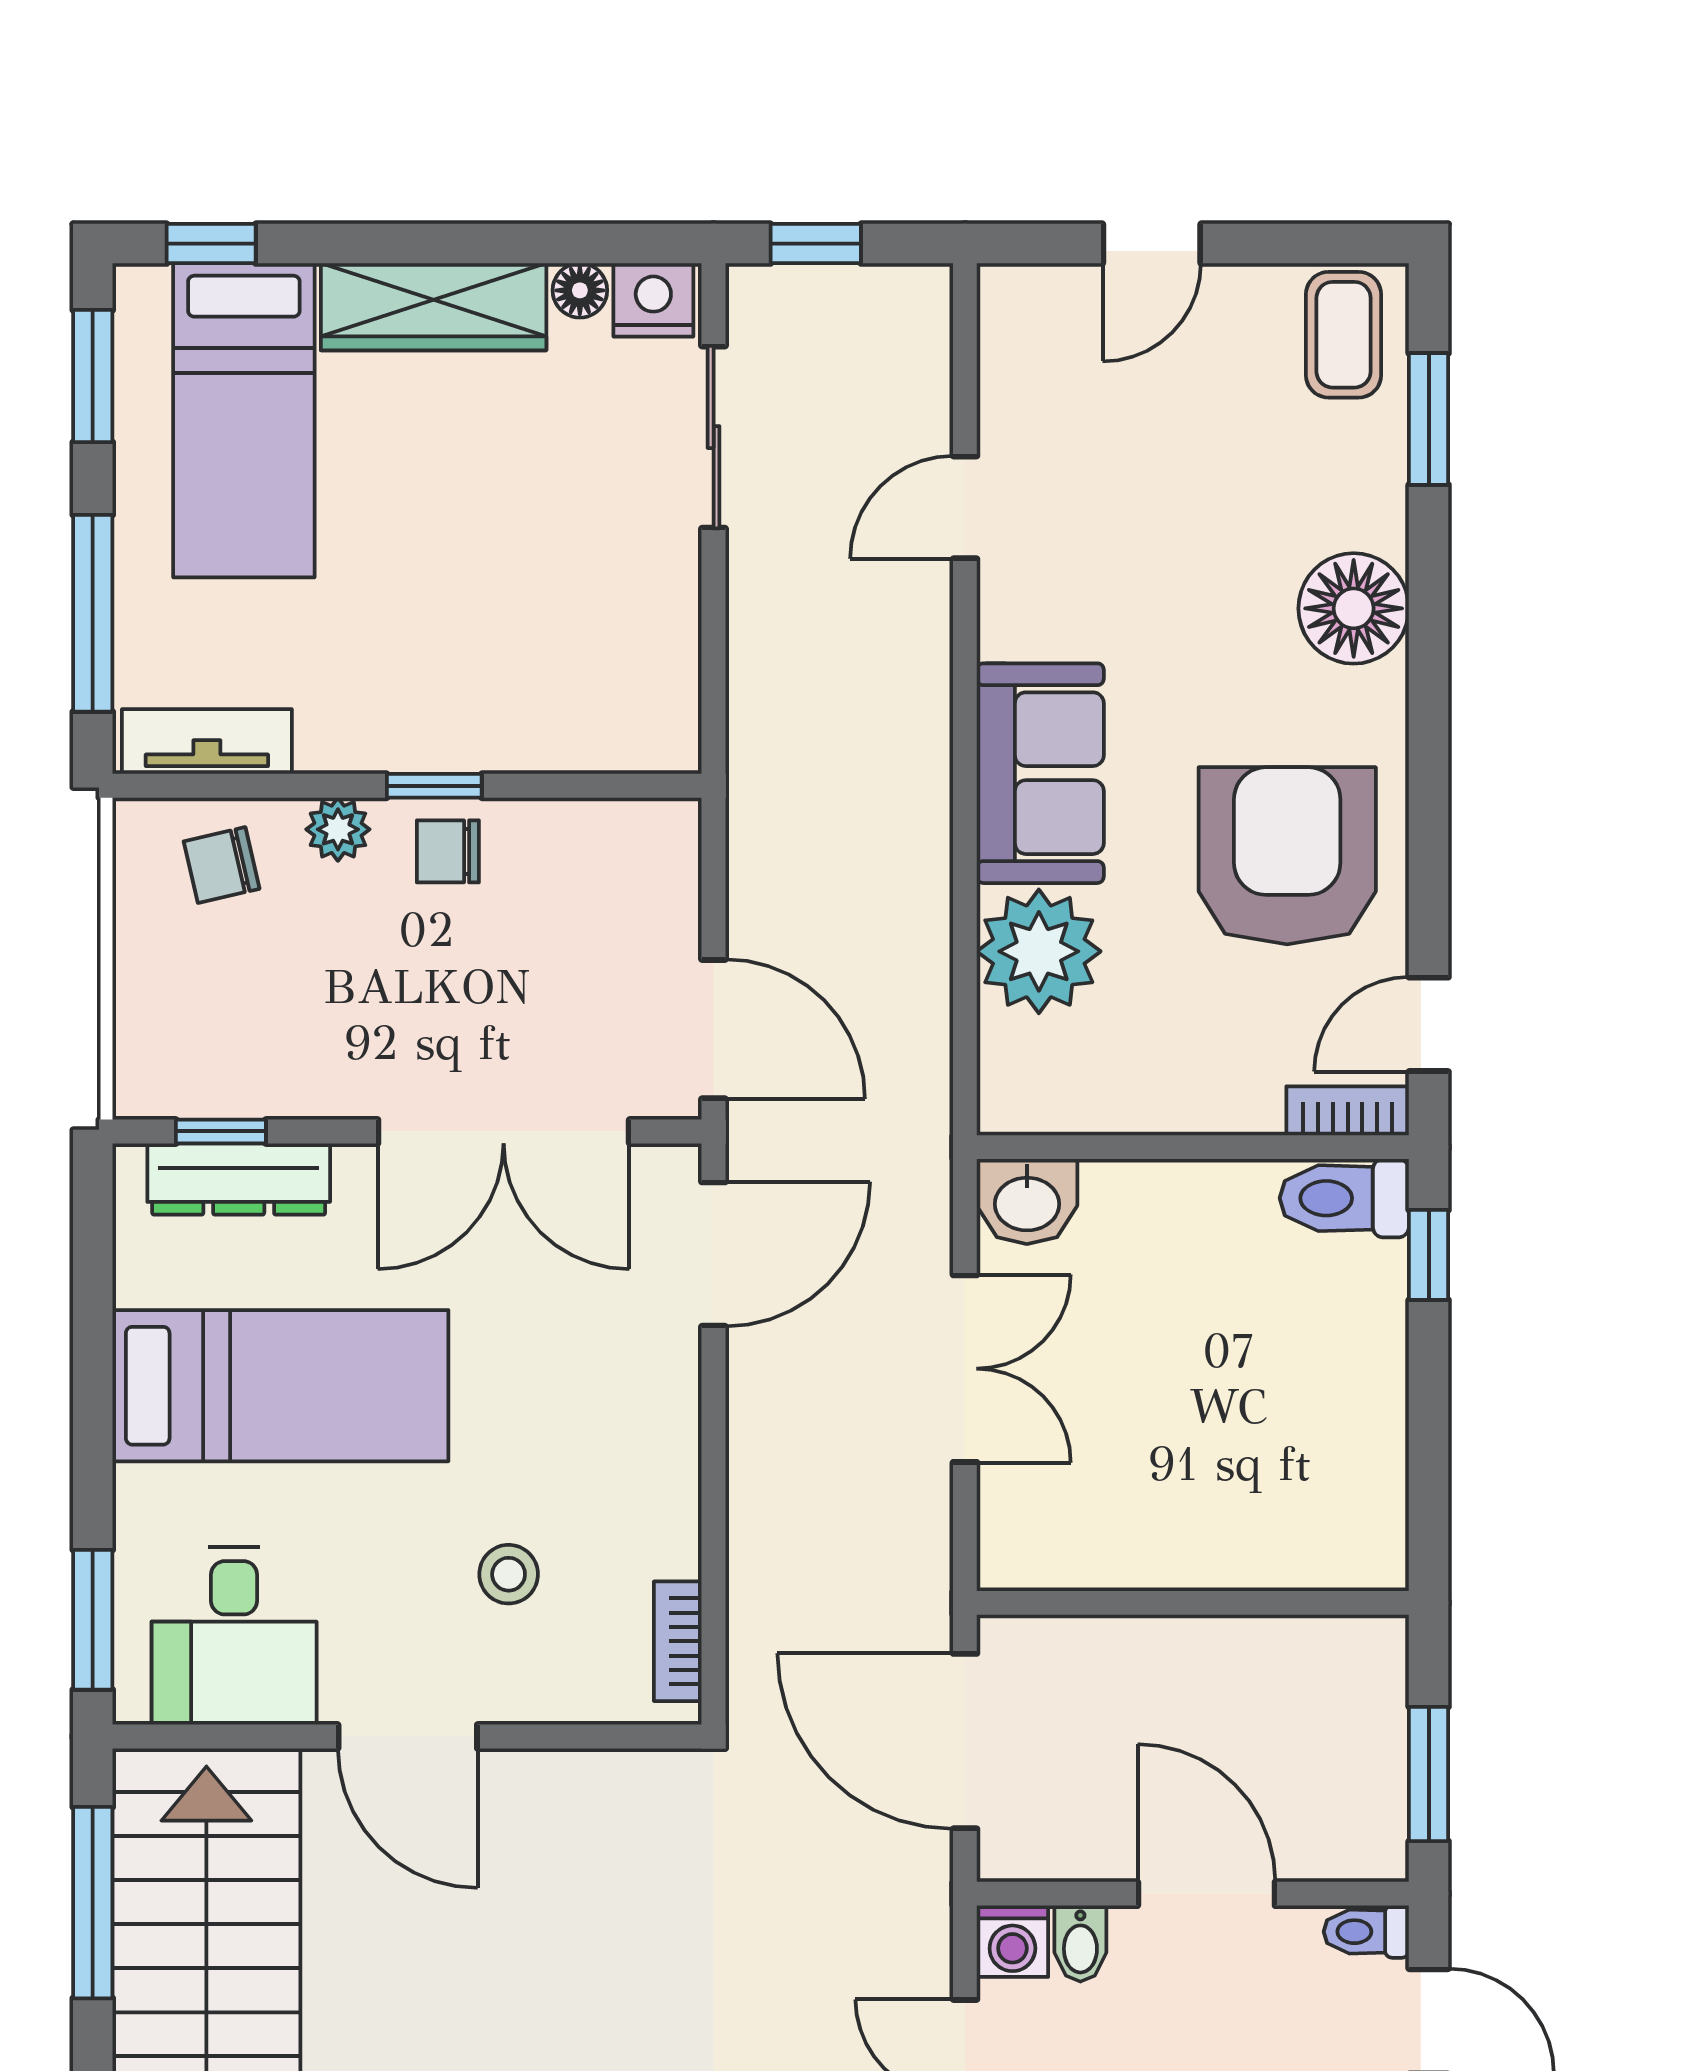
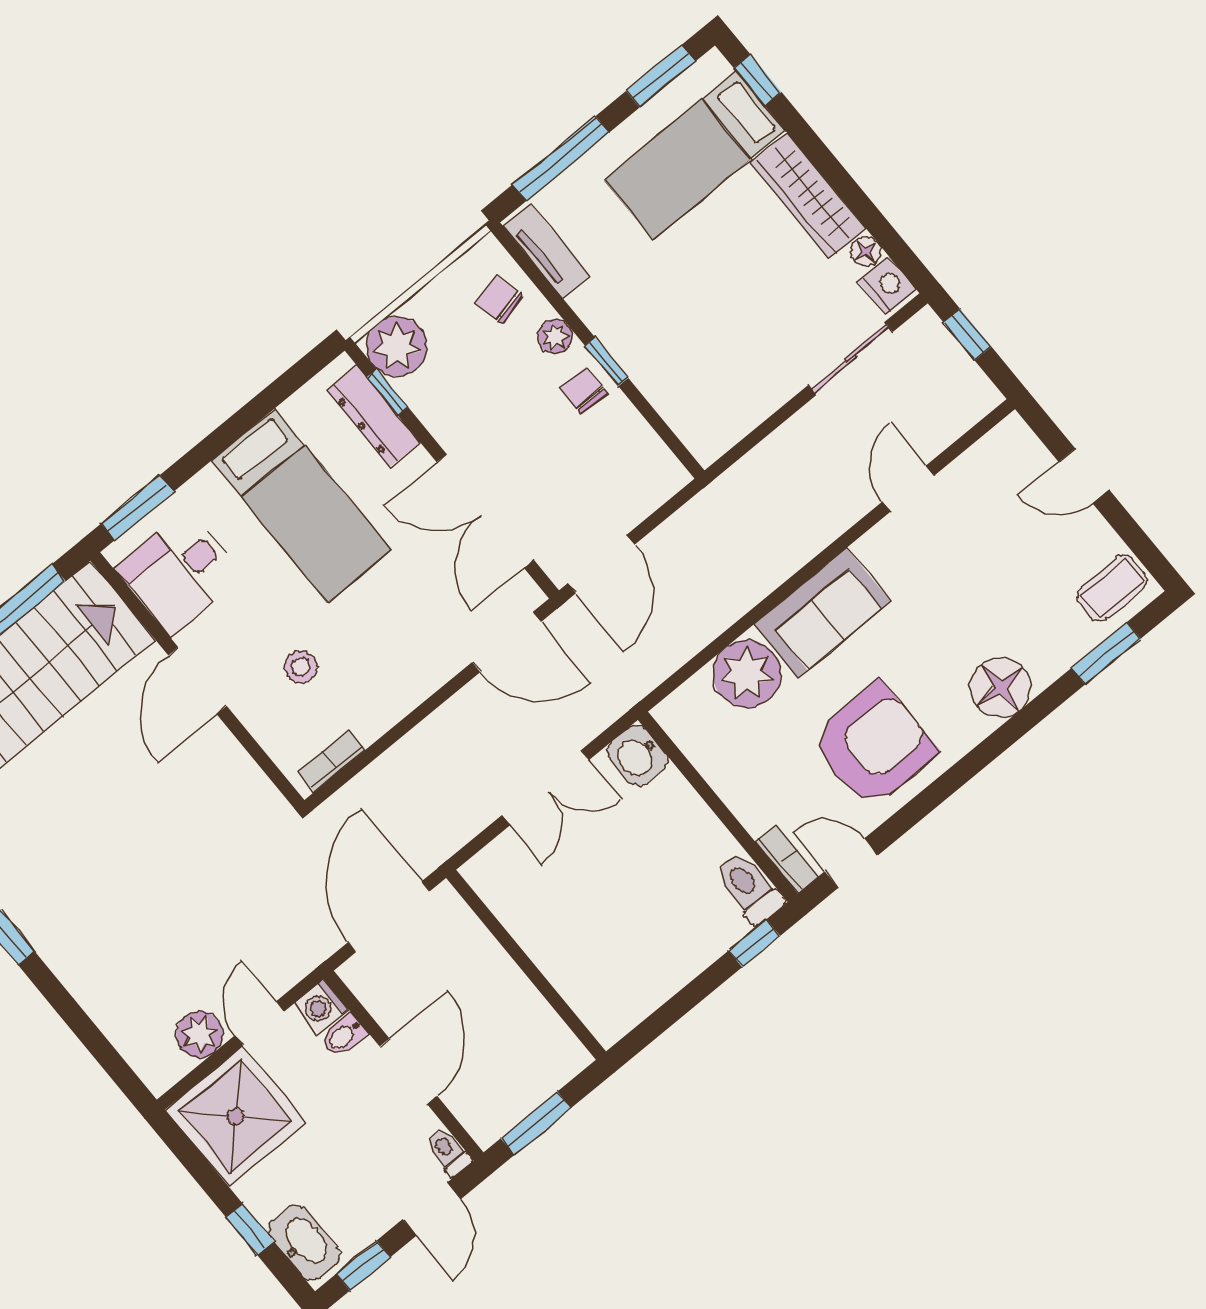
door: (965, 507) -> (908, 489), hinge flipped
plant: (167, 1065) -> (397, 346), added

